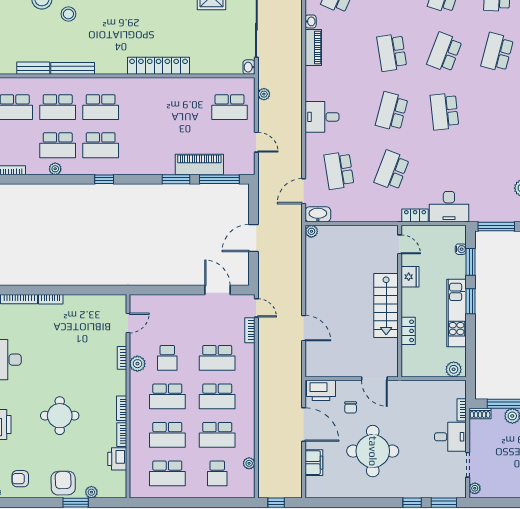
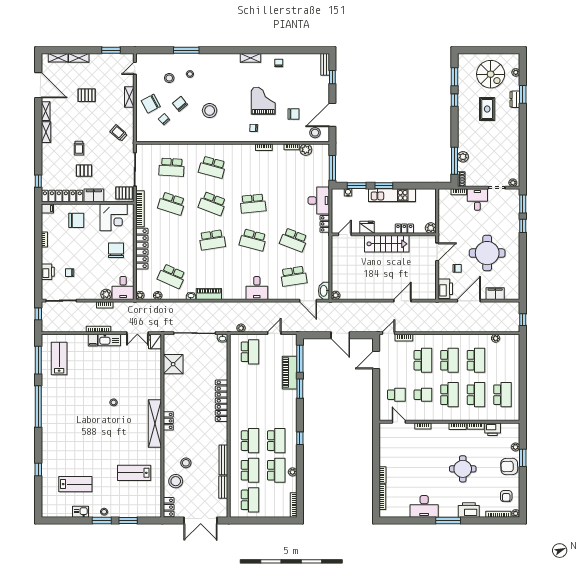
plant: (137, 364) -> (427, 415), removed
plant: (454, 369) -> (431, 228), moved
school desk: (217, 473) -> (396, 395), moved

